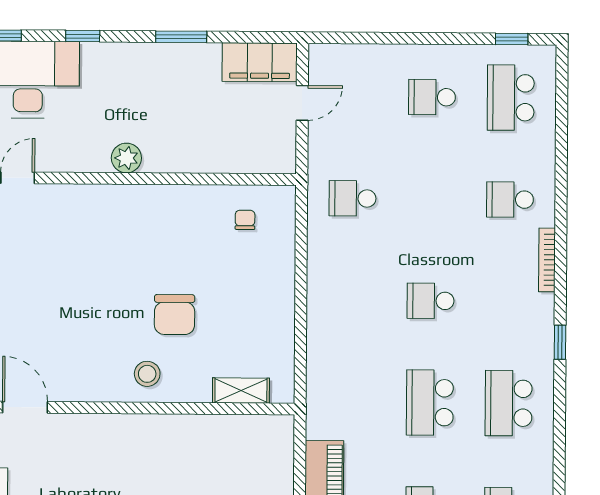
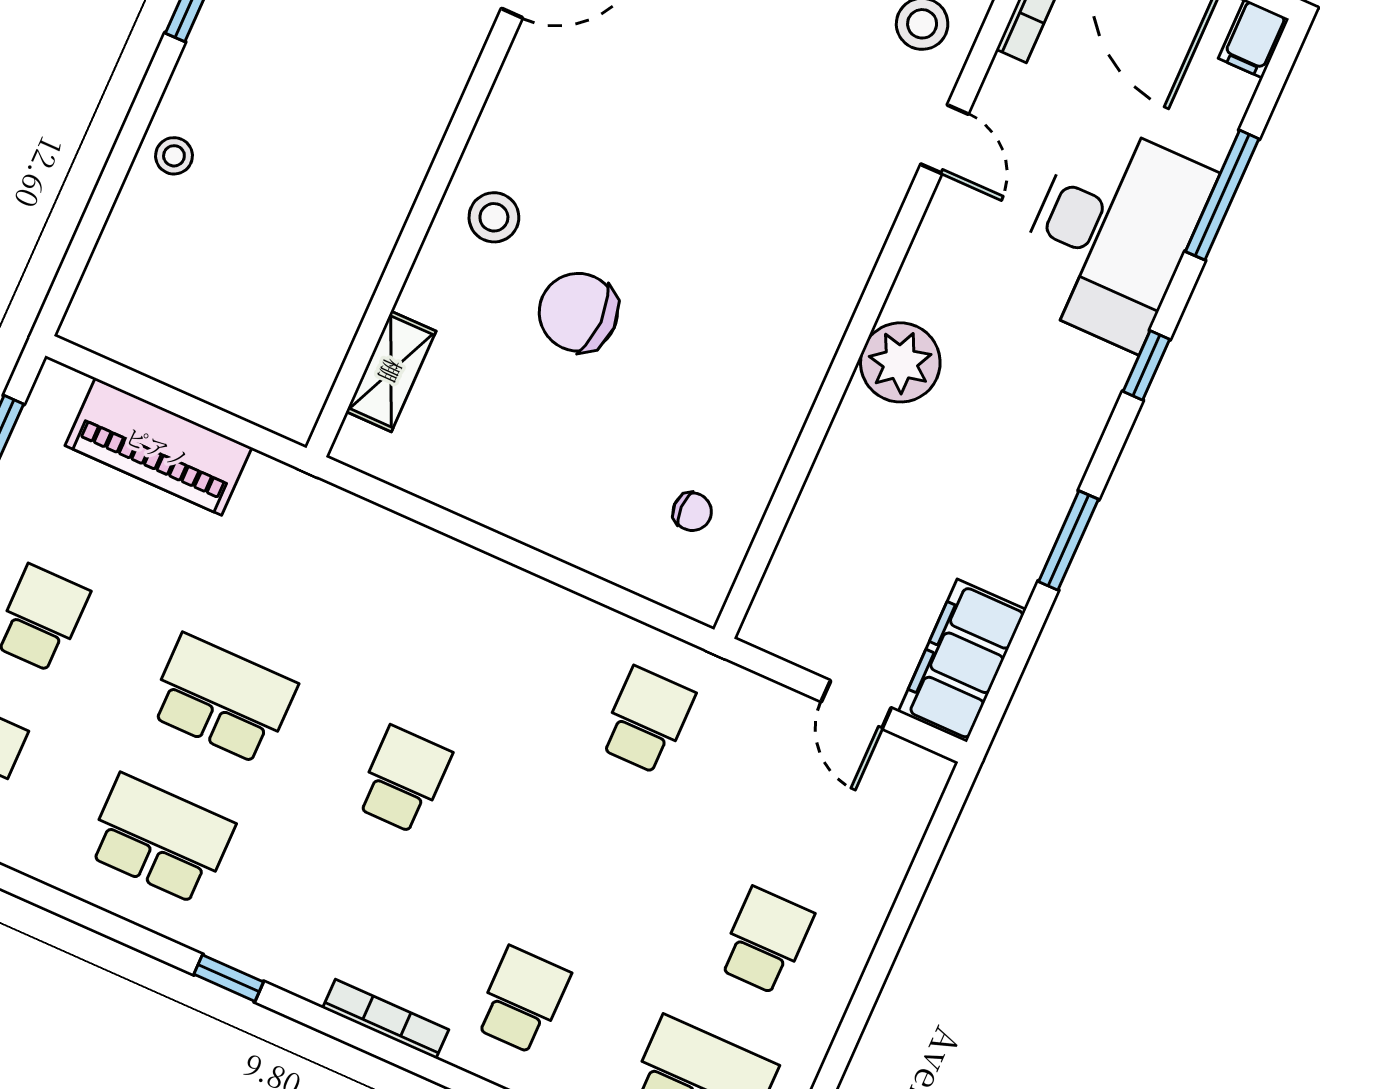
plant: (126, 158) -> (900, 362), width x1.36, depth x1.36

